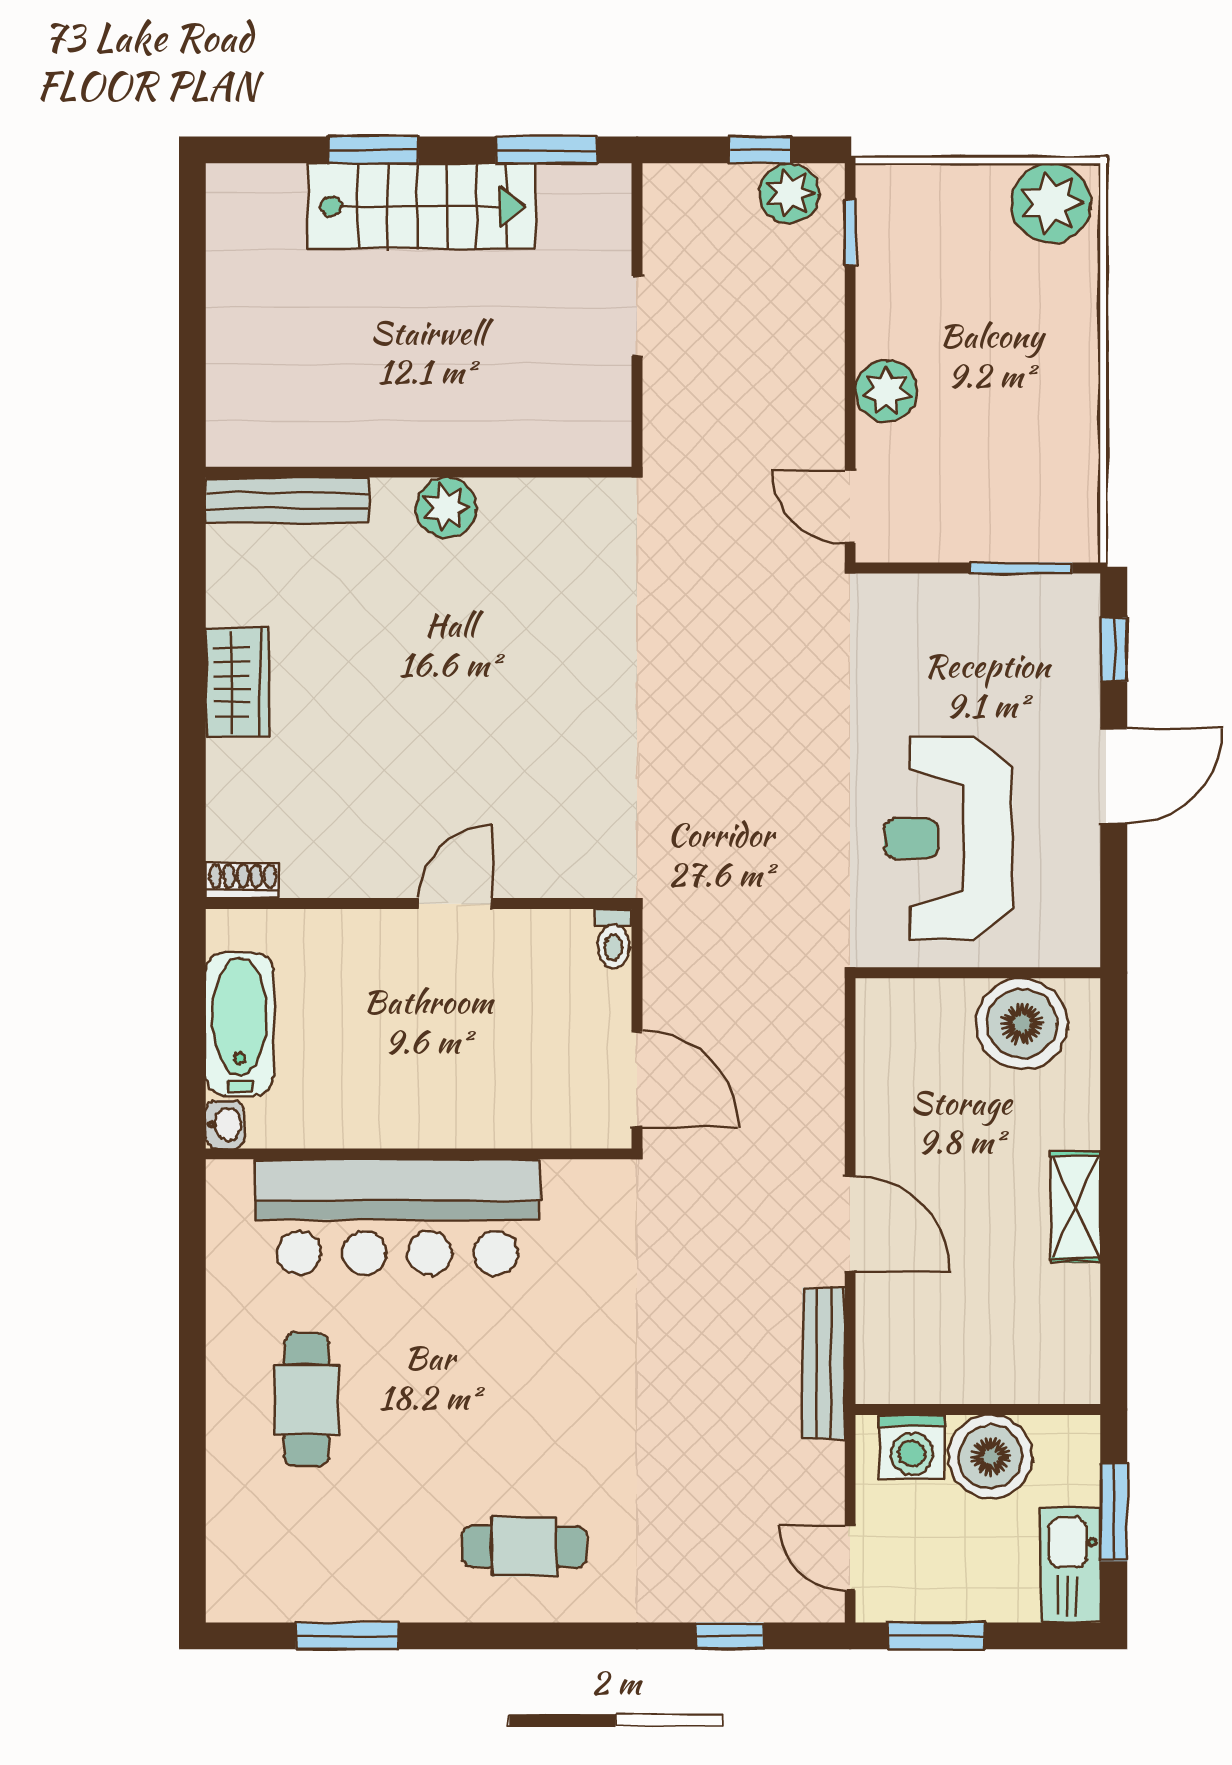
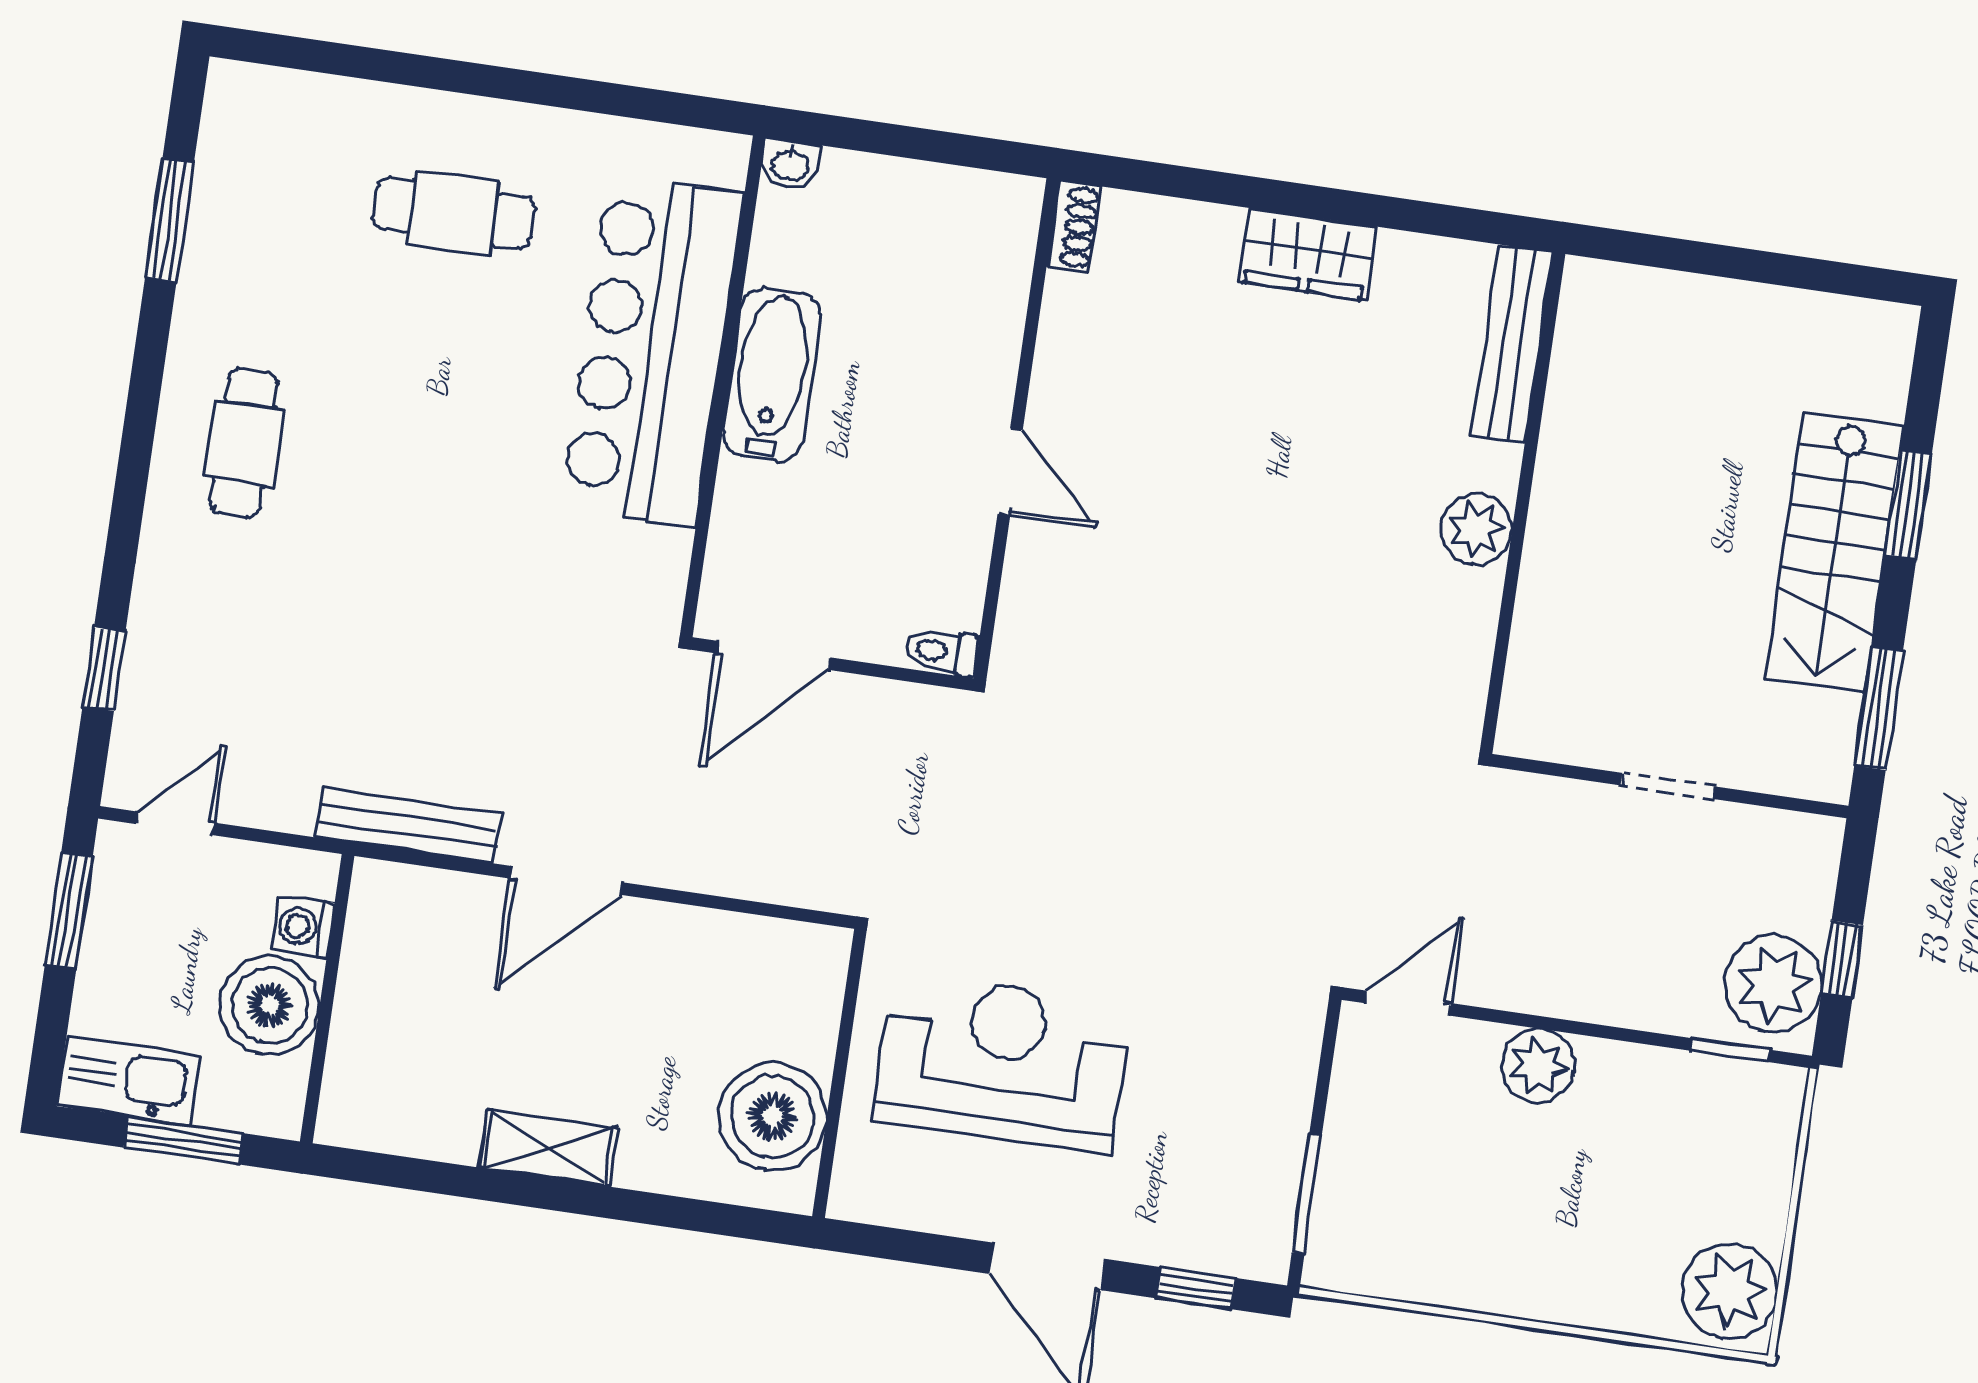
plant: (789, 193) -> (1773, 984), width x1.36, depth x1.36
bathtub: (240, 1024) -> (772, 375), moved, turned -90
washing machine: (912, 1447) -> (303, 927), width x0.73, depth x0.73

